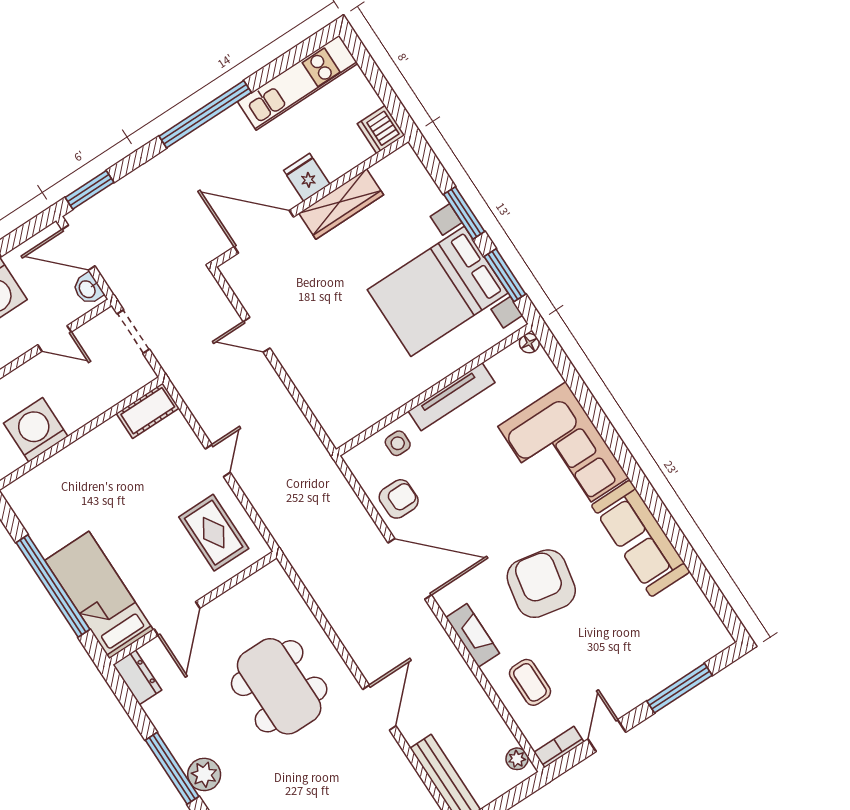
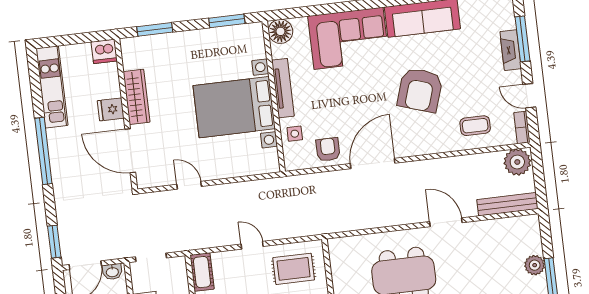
window: (464, 213) -> (155, 29), moved
door: (264, 232) -> (130, 151), hinge flipped
bed with nightstands: (438, 291) -> (234, 107), moved, turned 90
door: (257, 335) -> (189, 185), swing flipped
floor lamp: (529, 343) -> (280, 31), width x1.89, depth x1.89
armchair: (541, 584) -> (420, 90), turned -83
fireplace: (473, 635) -> (511, 50), moved, turned -90
plant: (517, 759) -> (517, 162), width x1.87, depth x1.87

